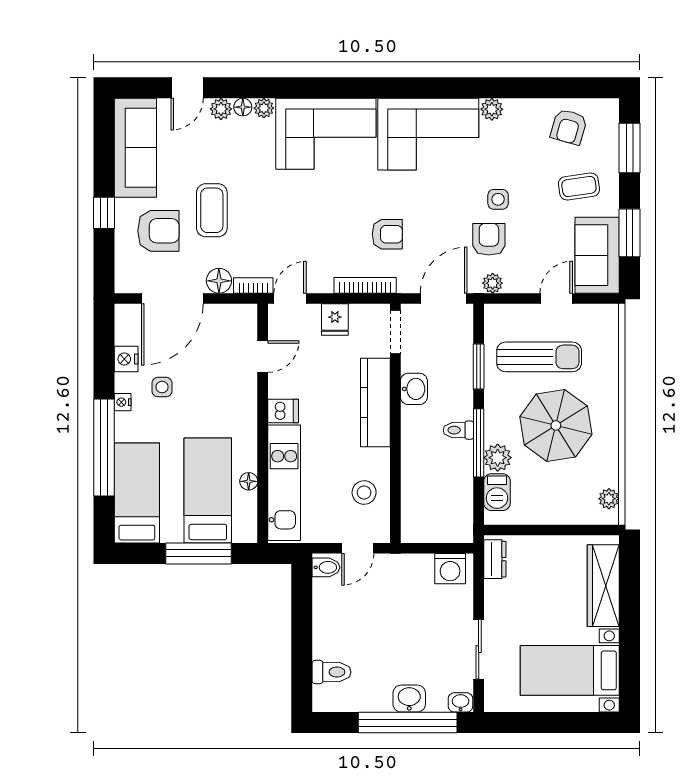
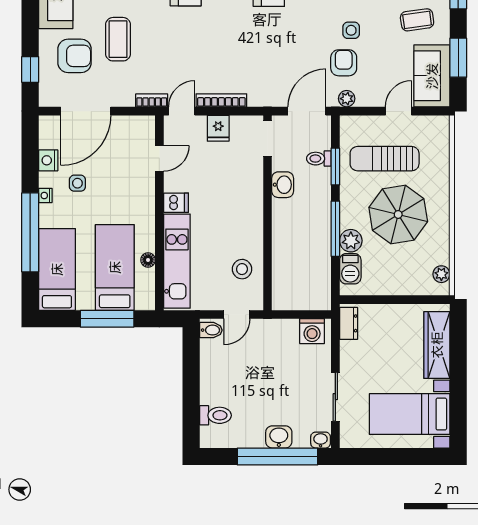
window: (104, 213) -> (30, 69), moved
armchair: (387, 234) -> (261, 59), removed
floor lamp: (219, 281) -> (124, 97), removed
bookcase: (365, 285) -> (221, 100), moved
sun lounger: (539, 357) -> (385, 159), turned 180
kitchen counter: (375, 402) -> (251, 196), removed
toilet: (458, 430) -> (319, 159), moved

